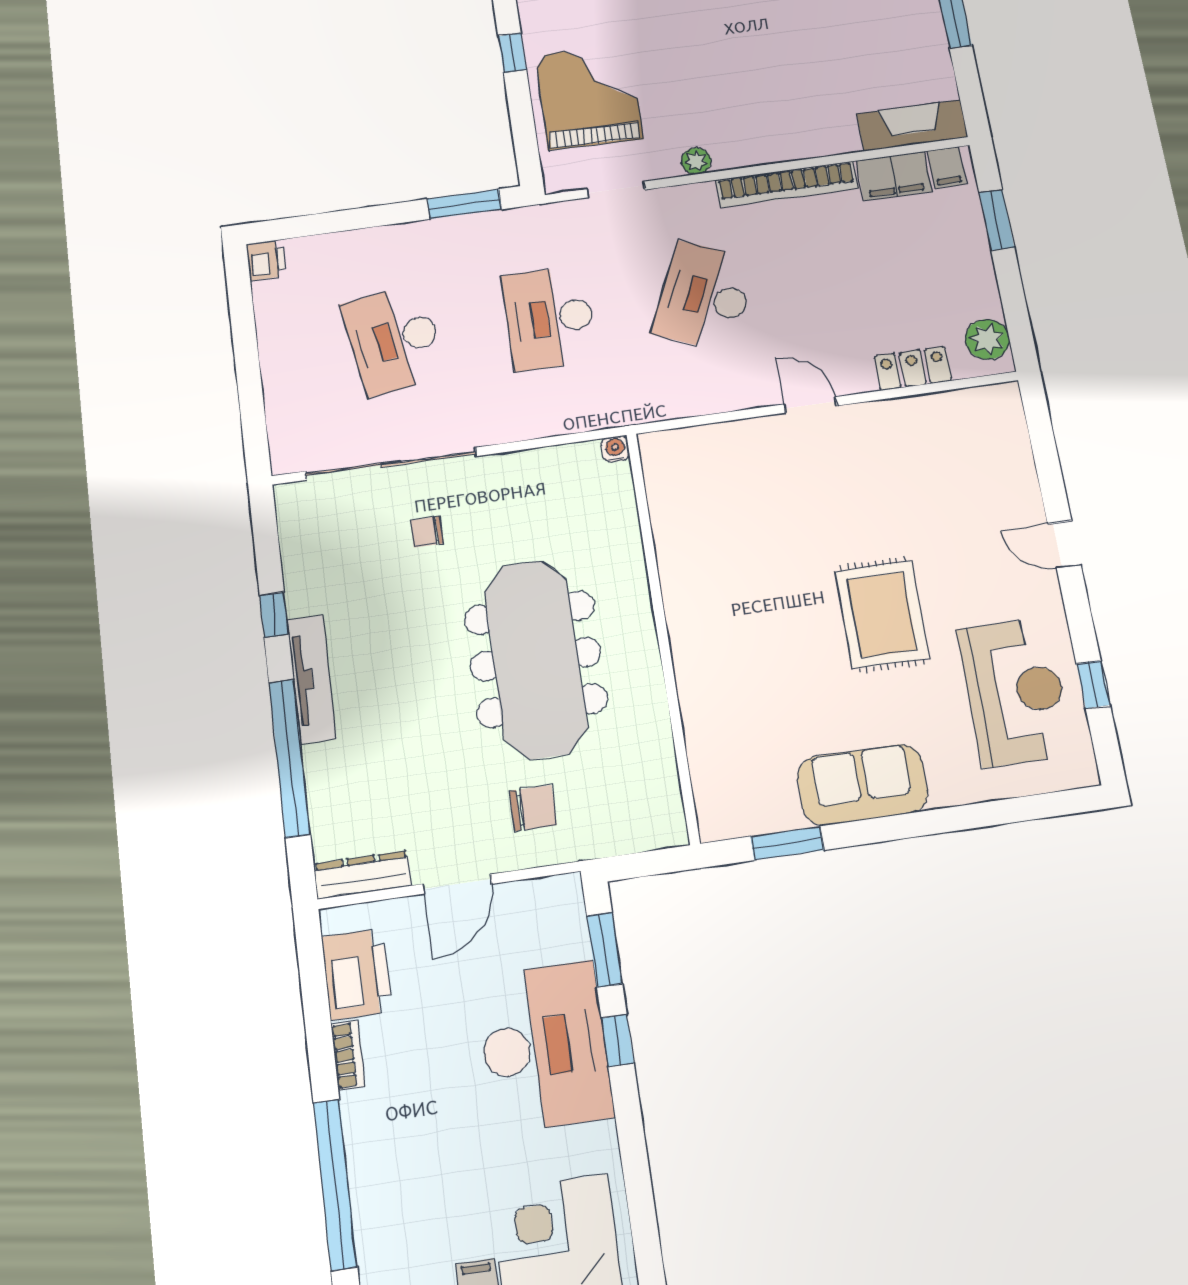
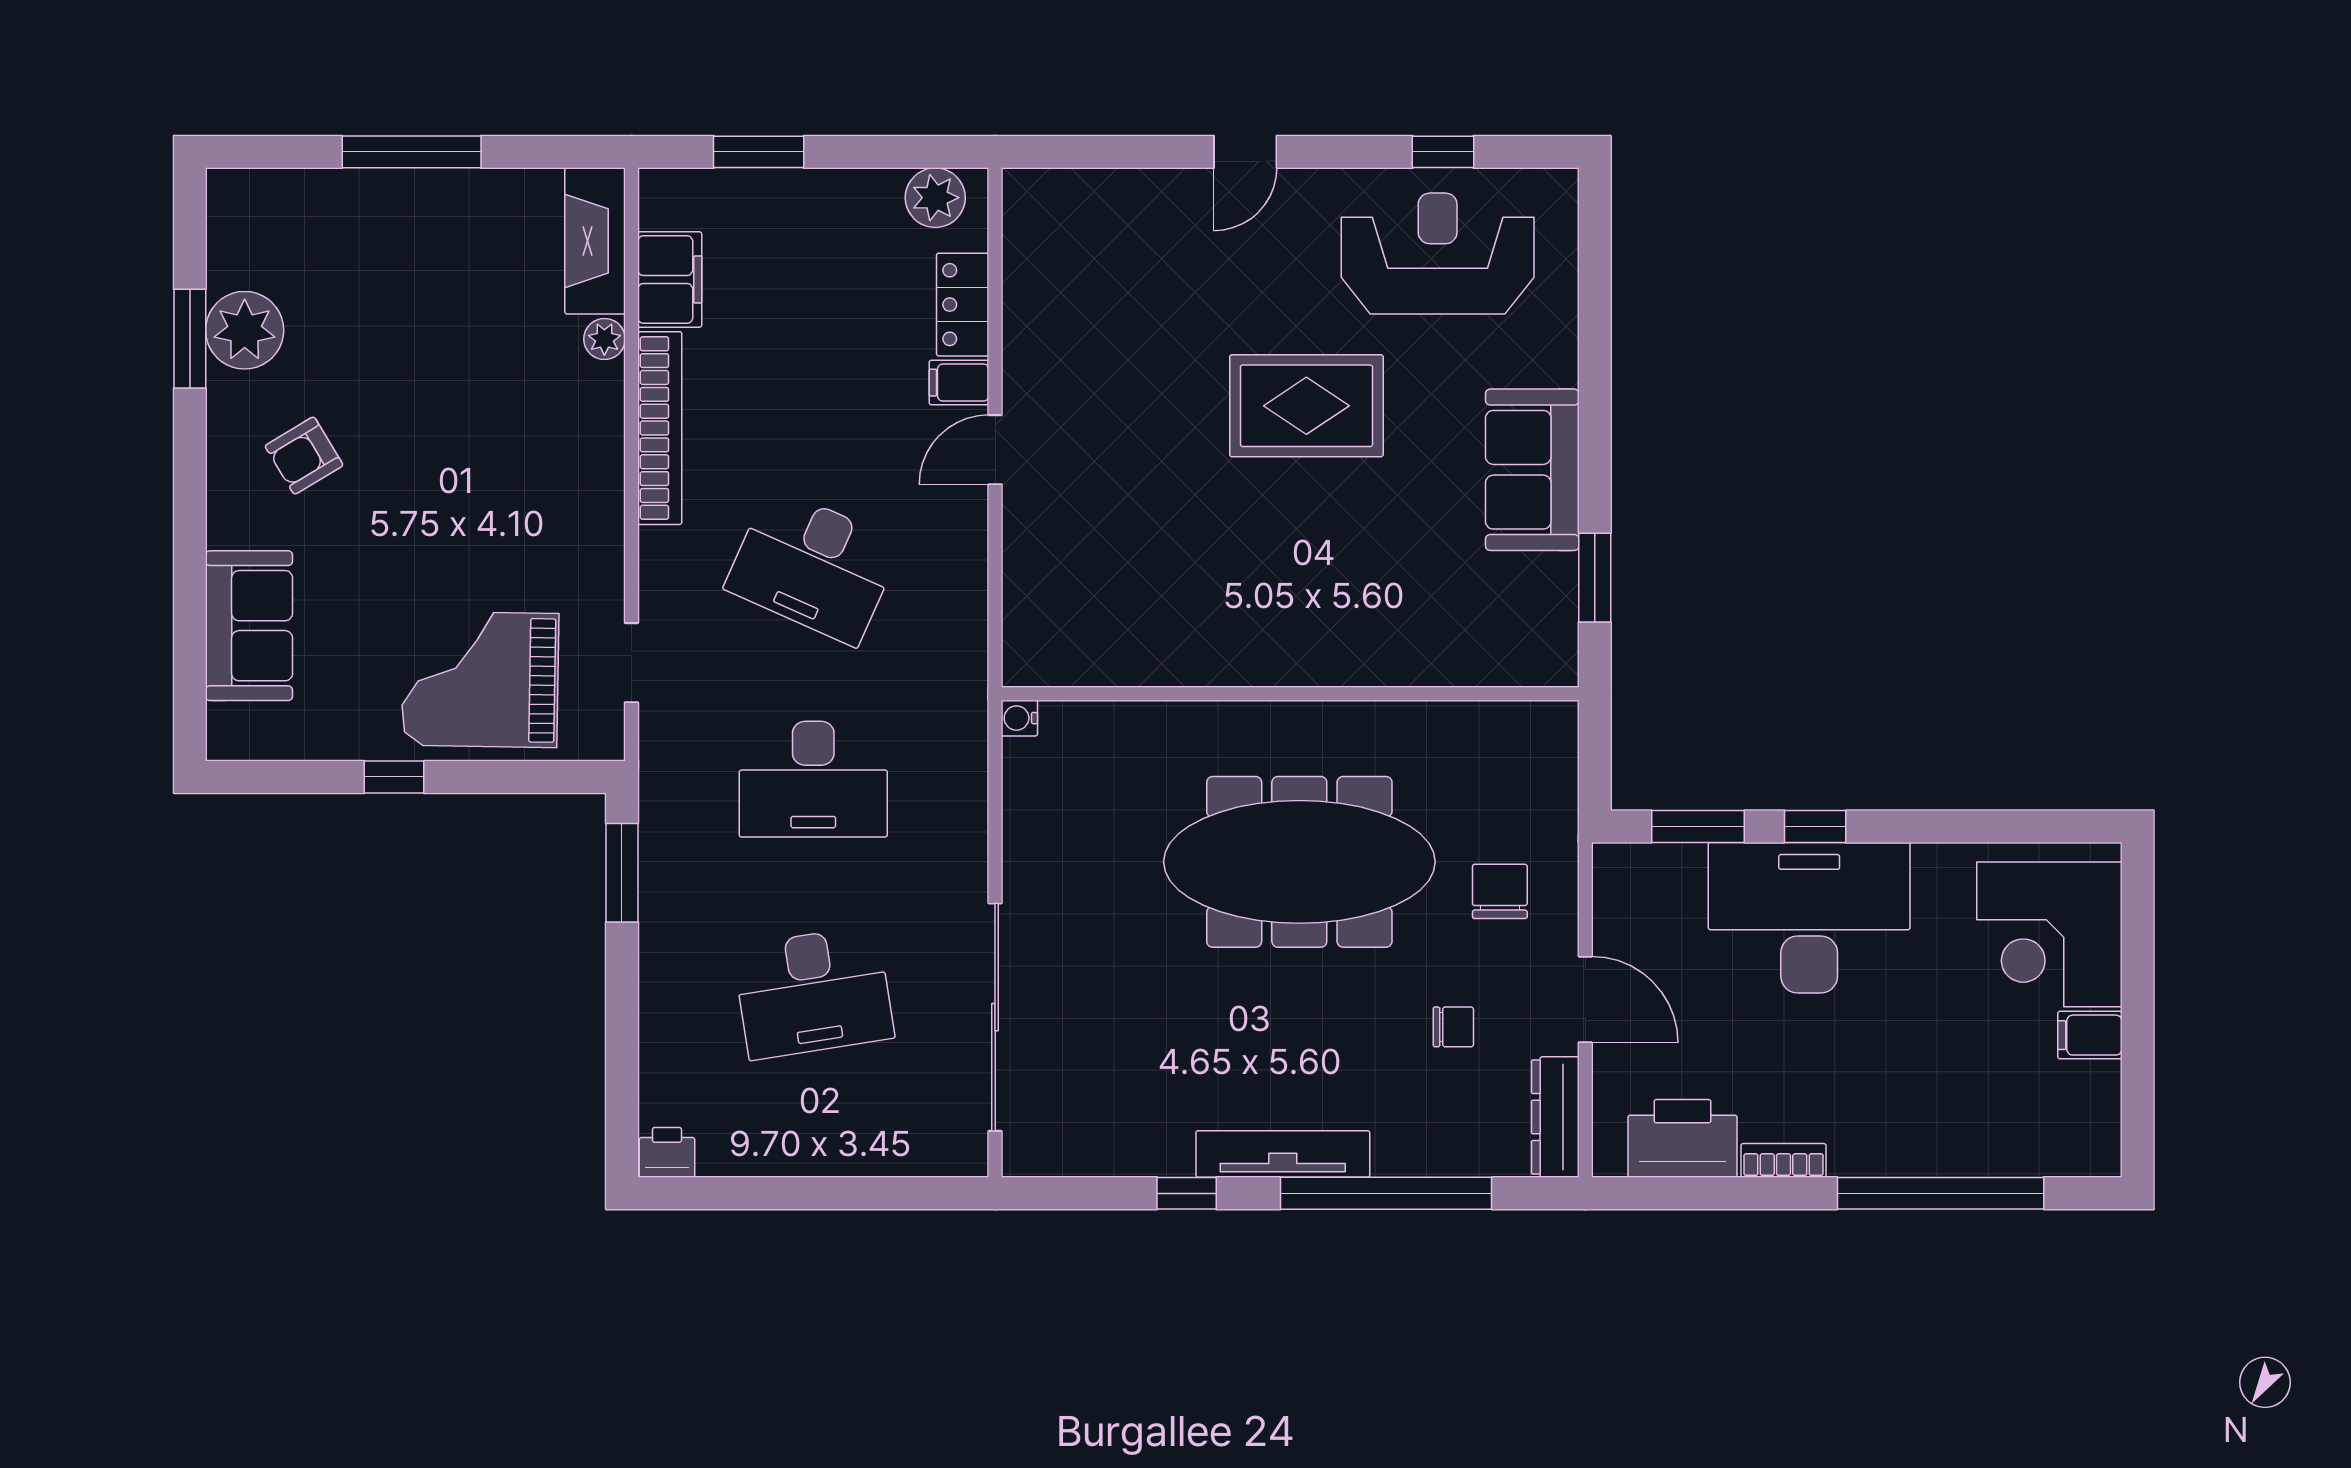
plant: (696, 161) -> (604, 339), moved
filing cabinet: (947, 167) -> (959, 383), moved, turned 180
chair: (427, 532) -> (1453, 1027), moved, turned -90

